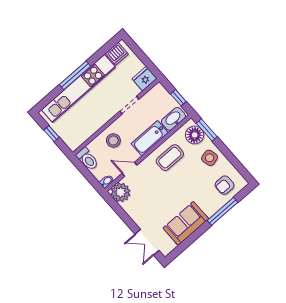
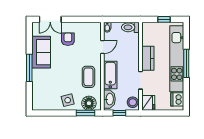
kitchen counter: (102, 116) -> (148, 58), added
stool: (113, 141) -> (133, 102), moved
armchair: (224, 185) -> (68, 39), moved
plant: (121, 192) -> (94, 30), removed
window: (223, 211) -> (29, 68), moved
double door: (147, 242) -> (50, 19), swing flipped

